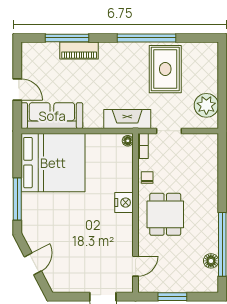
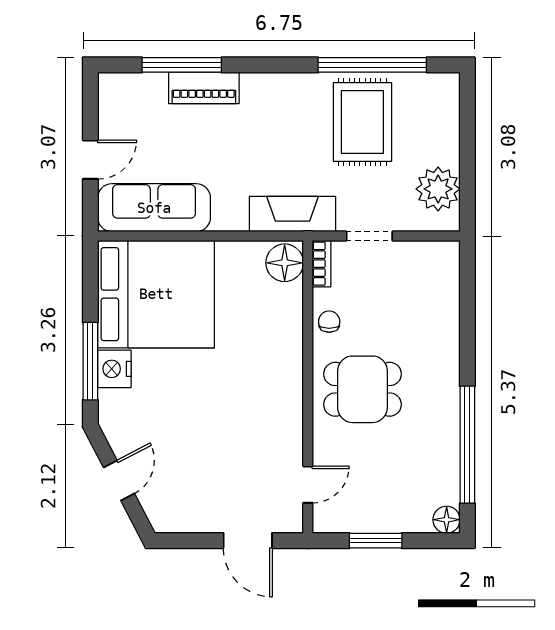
window: (146, 38) -> (372, 65), moved
door: (17, 89) -> (90, 160), hinge flipped
floor lamp: (128, 141) -> (285, 263), width x1.89, depth x1.89
nightstand: (124, 203) -> (114, 369), moved, turned 180
dining table: (165, 214) -> (362, 389), turned 90
floor lamp: (211, 261) -> (447, 520), moved

